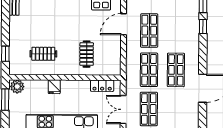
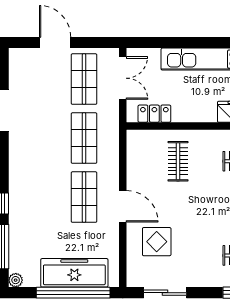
door: (124, 24) -> (123, 206), hinge flipped
shop shelf: (176, 70) -> (44, 138), removed

